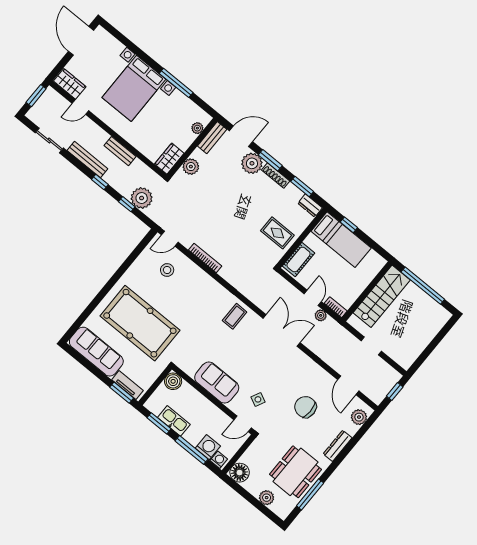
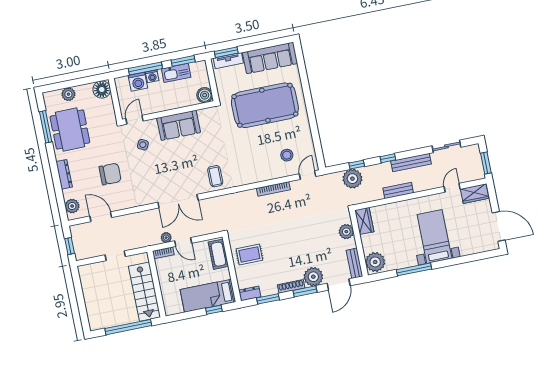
bed with nightstands: (134, 88) -> (434, 236), width x0.73
plant: (197, 128) -> (375, 262), width x1.88, depth x1.88
washing machine: (219, 460) -> (152, 76), moved

